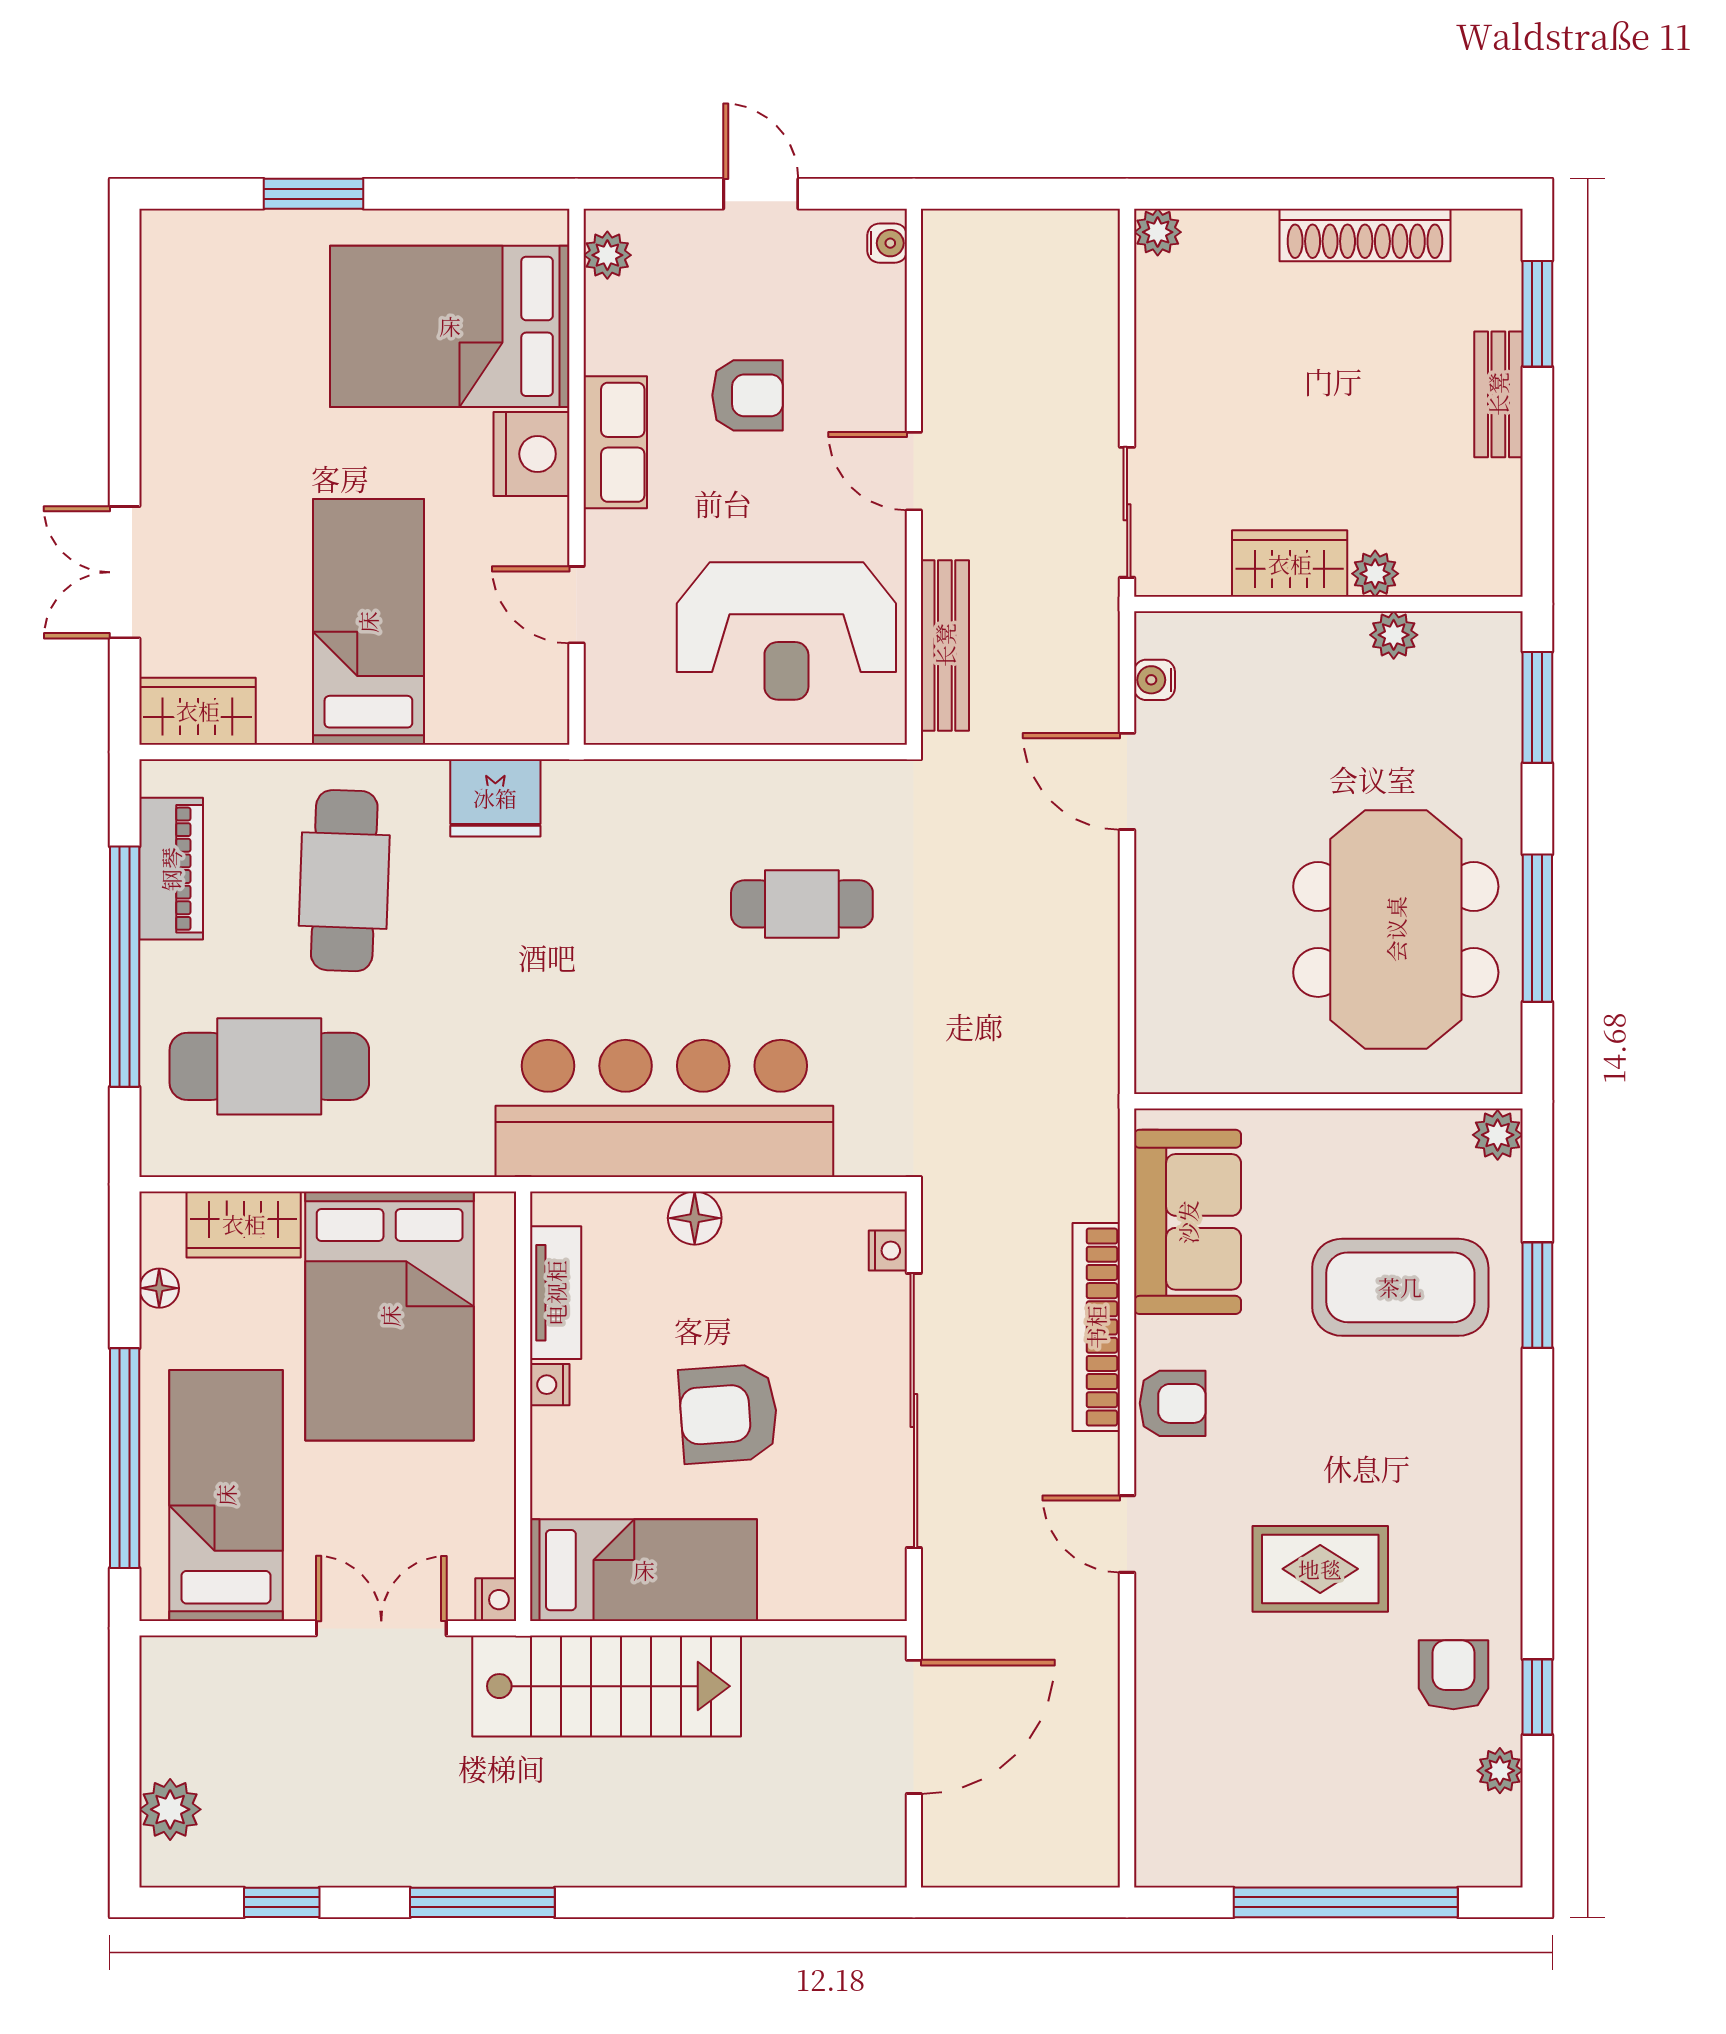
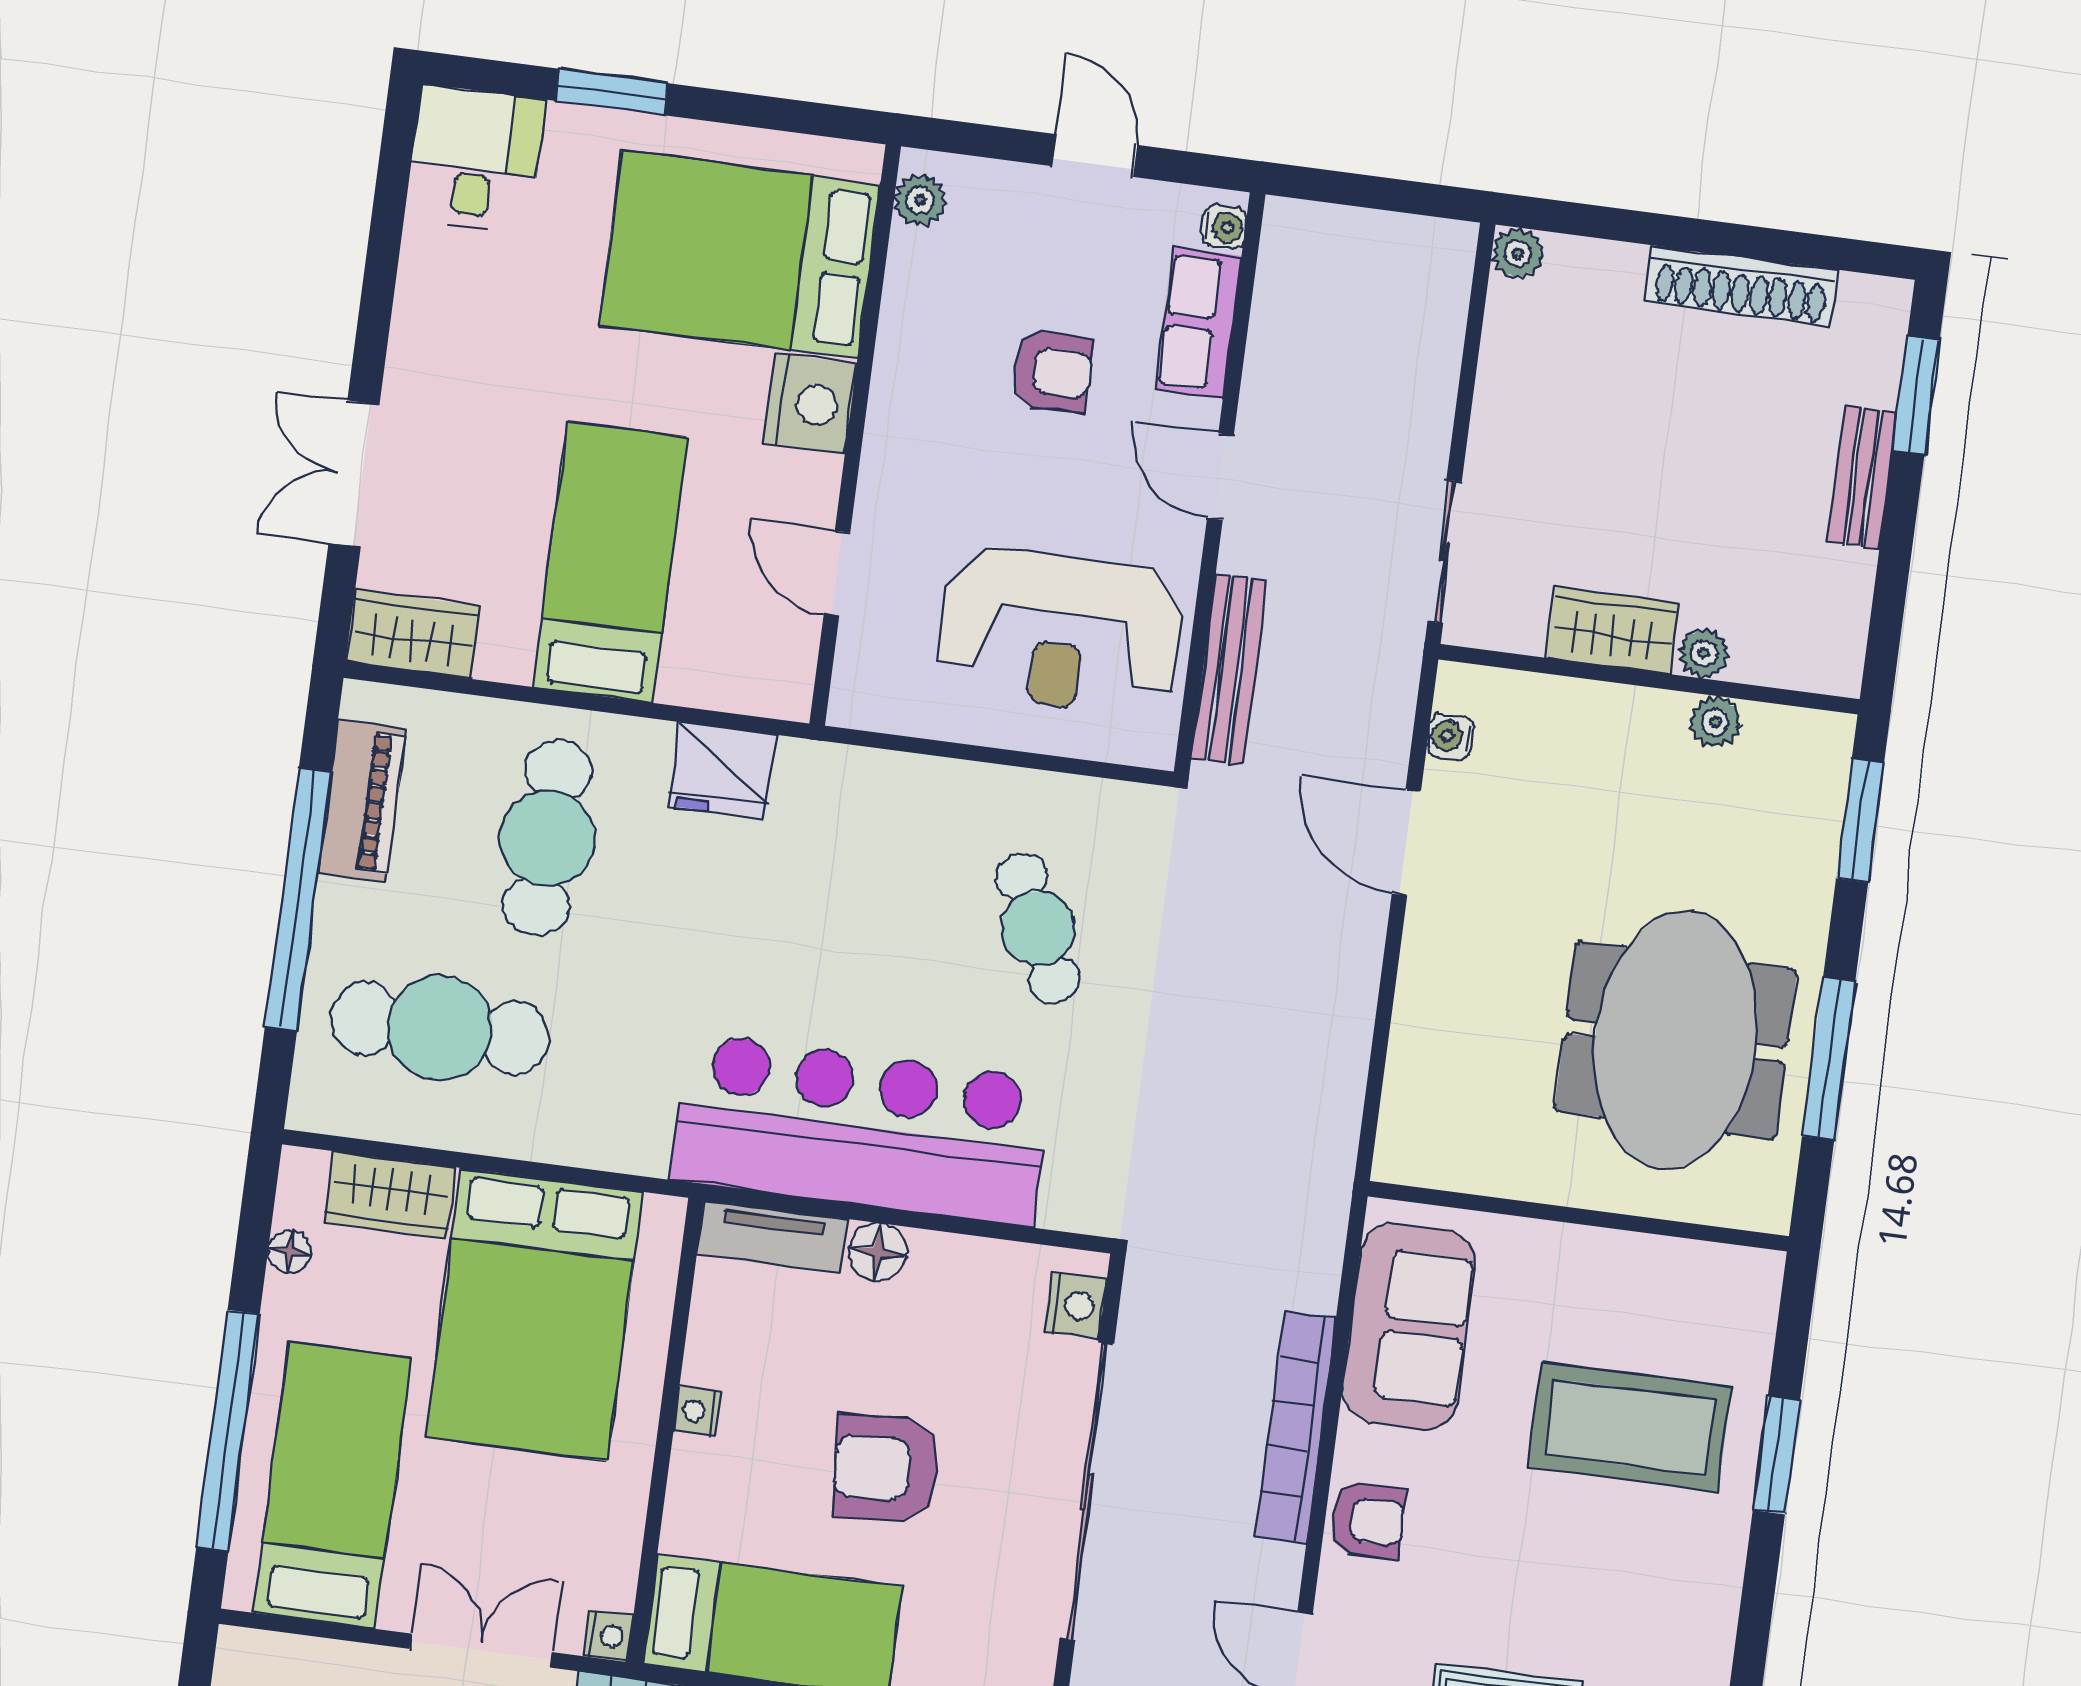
desk: (197, 271) -> (475, 159), added
row of seats: (615, 442) -> (1198, 323), moved, turned 180
cafe table: (802, 904) -> (1038, 928), turned 65
plant: (1498, 1135) -> (1756, 1277), removed
nightstand: (888, 1251) -> (1075, 1305), width x1.39, depth x1.35
tv unit: (556, 1293) -> (772, 1237), moved, turned 90

